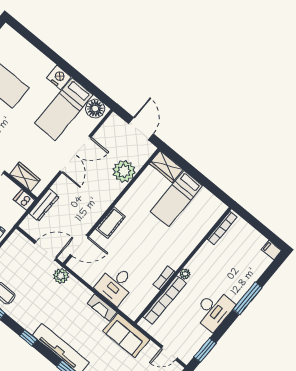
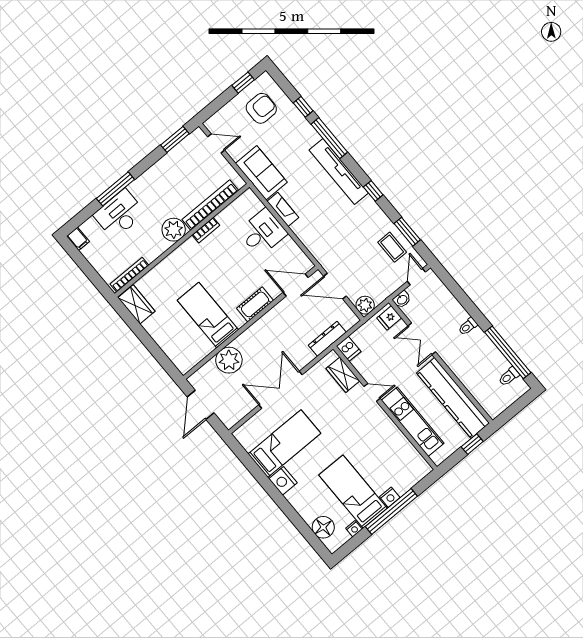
floor lamp: (95, 109) -> (323, 527), moved
wardrobe: (166, 166) -> (136, 304), moved
bed: (176, 199) -> (208, 315), moved, turned -90
plant: (185, 274) -> (174, 230), width x1.87, depth x1.87
plant: (61, 276) -> (365, 305), moved
desk: (214, 310) -> (119, 214), moved

